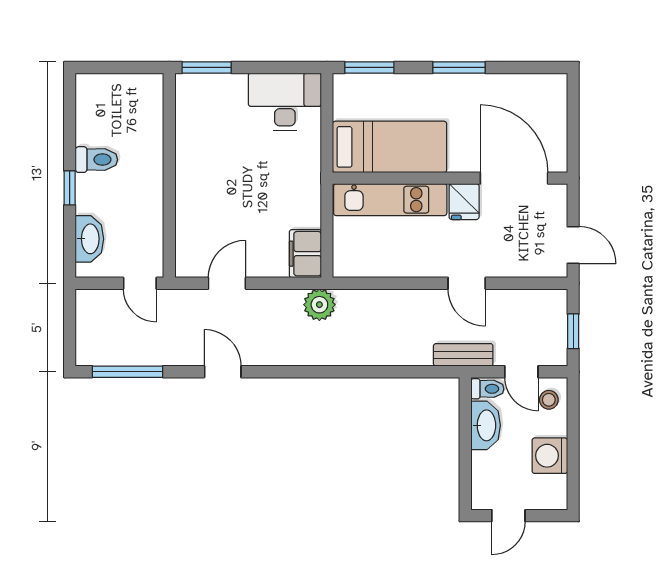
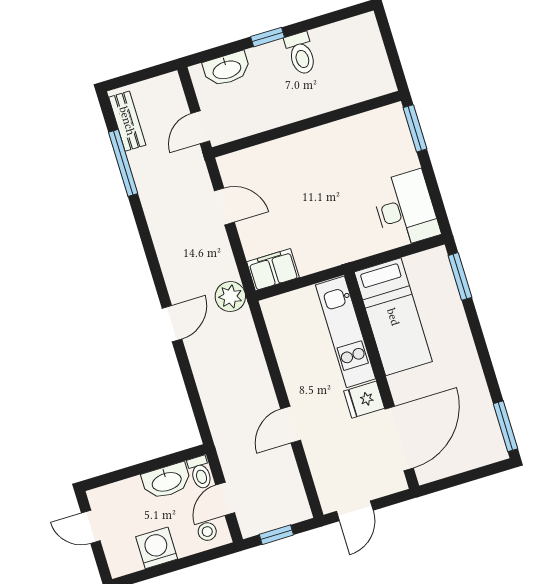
window: (459, 67) -> (505, 426), moved
bench: (463, 355) -> (127, 121), moved
window: (127, 372) -> (123, 163), moved
door: (223, 372) -> (172, 324), moved

